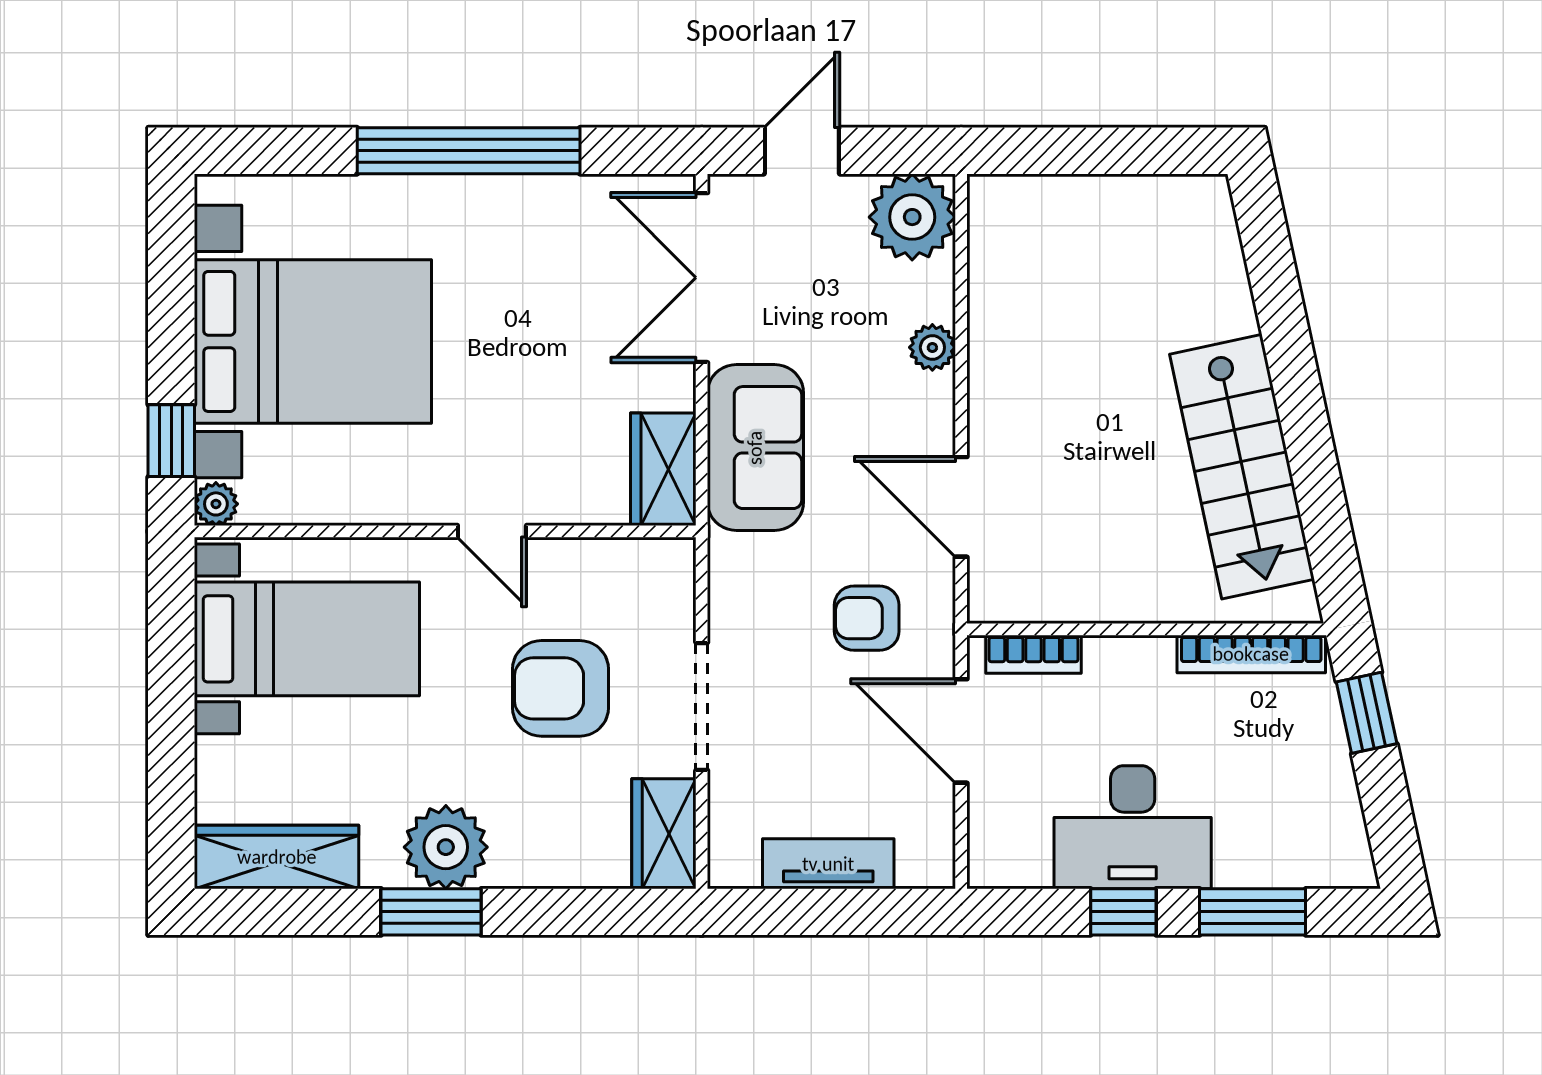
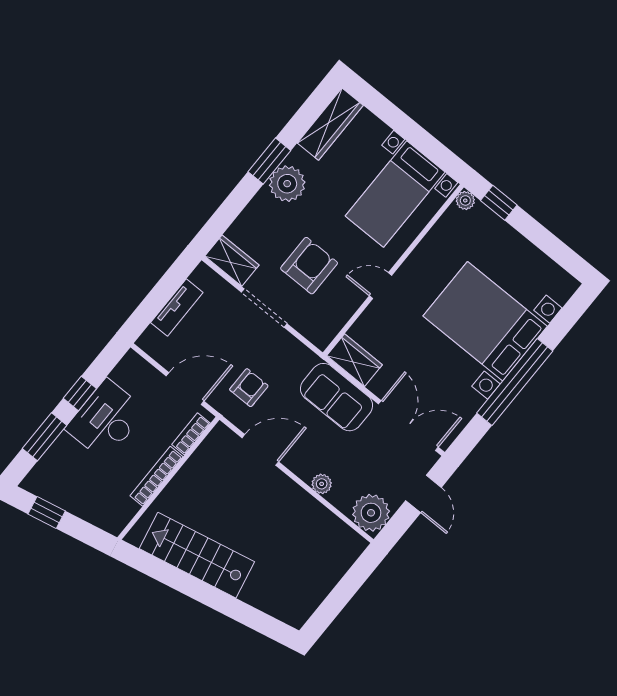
bed with nightstands: (313, 341) -> (485, 321), moved, turned 90
bookcase: (1251, 654) -> (156, 476), moved
window: (1367, 713) -> (47, 512), moved

